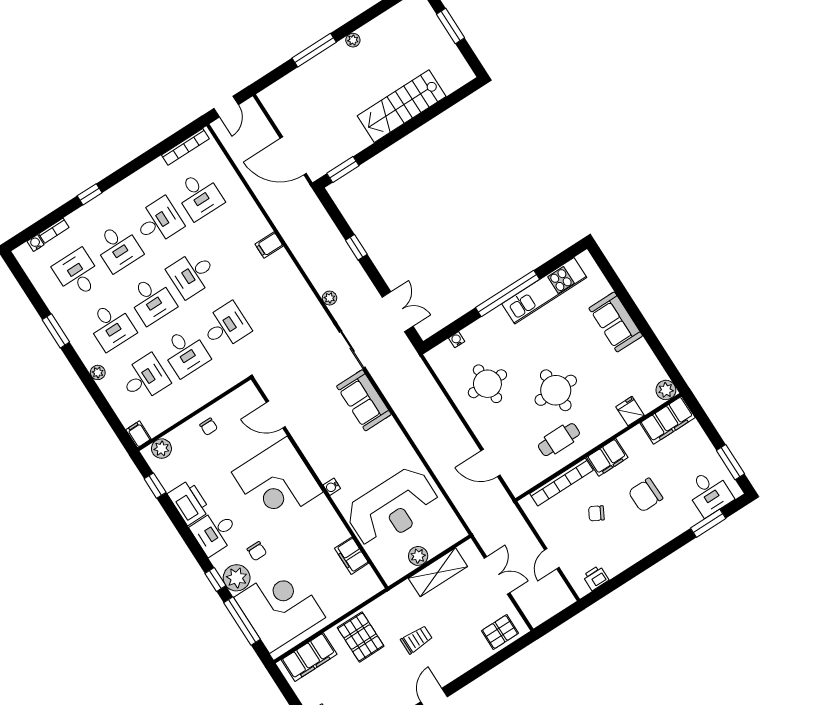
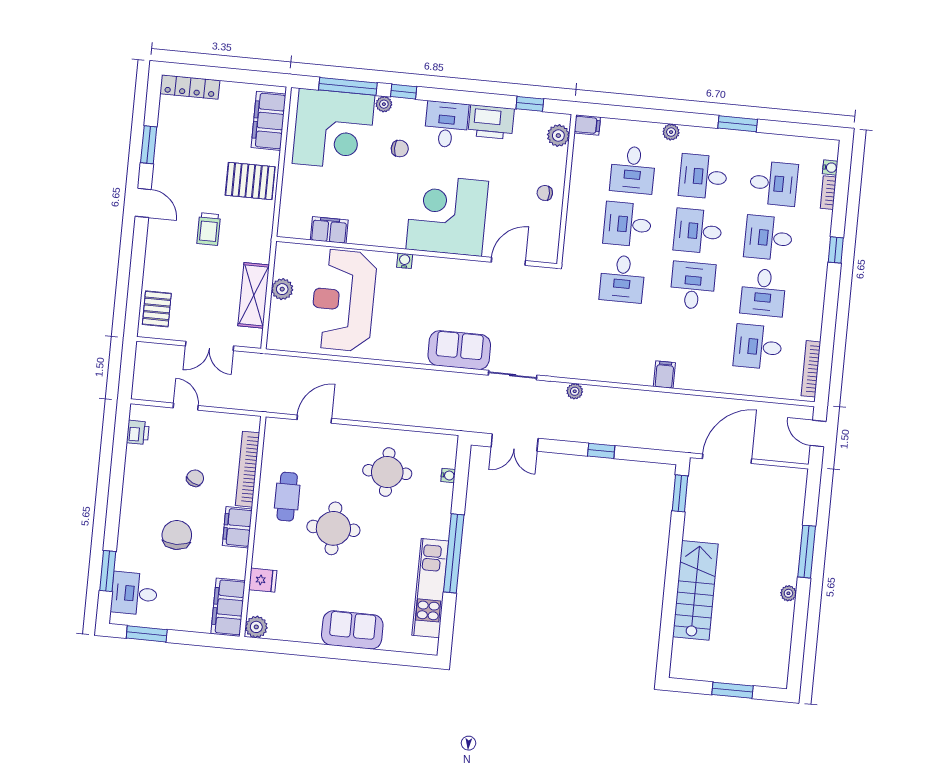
chair: (257, 551) -> (400, 149), turned 180
plant: (237, 578) -> (384, 104), width x0.53, depth x0.53

